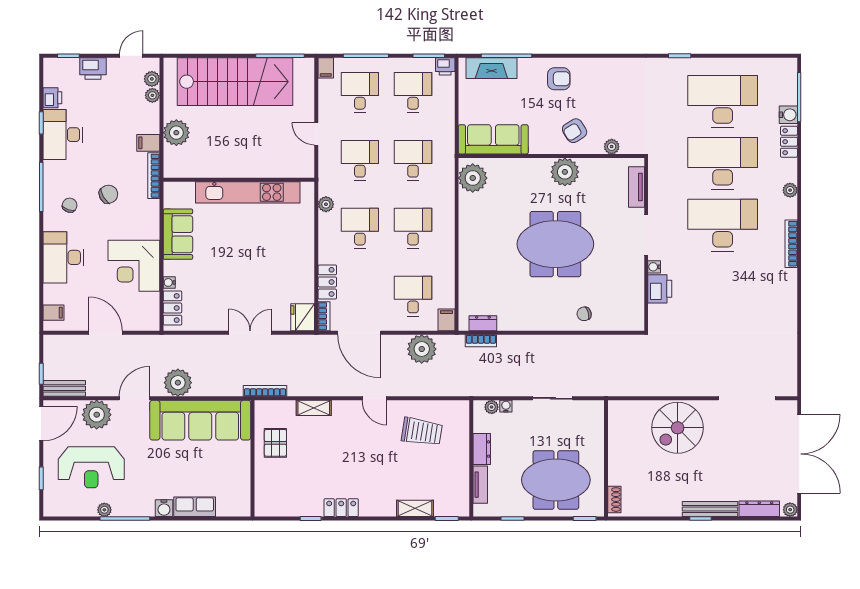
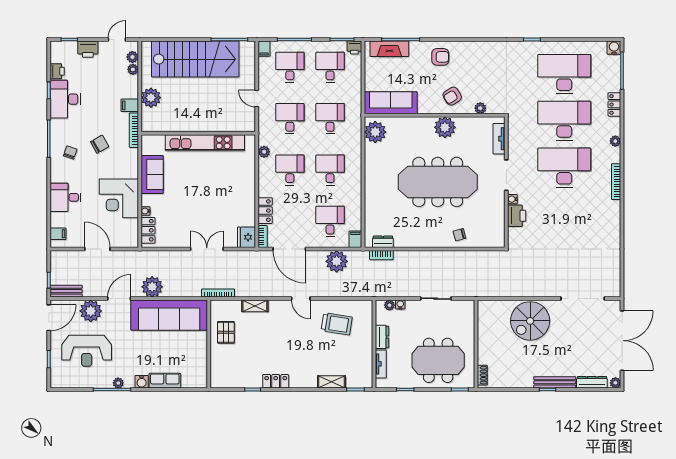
water cooler: (788, 115) -> (614, 48), moved, turned -90
meeting table: (555, 244) -> (438, 182), width x1.36
desk: (63, 257) -> (65, 197), width x0.73
plant: (104, 510) -> (118, 383), moved

